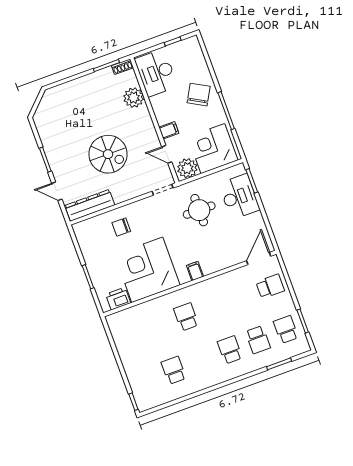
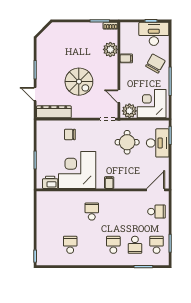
desk: (156, 73) -> (154, 34), moved, turned 90
filing cabinet: (169, 130) -> (126, 58), moved

